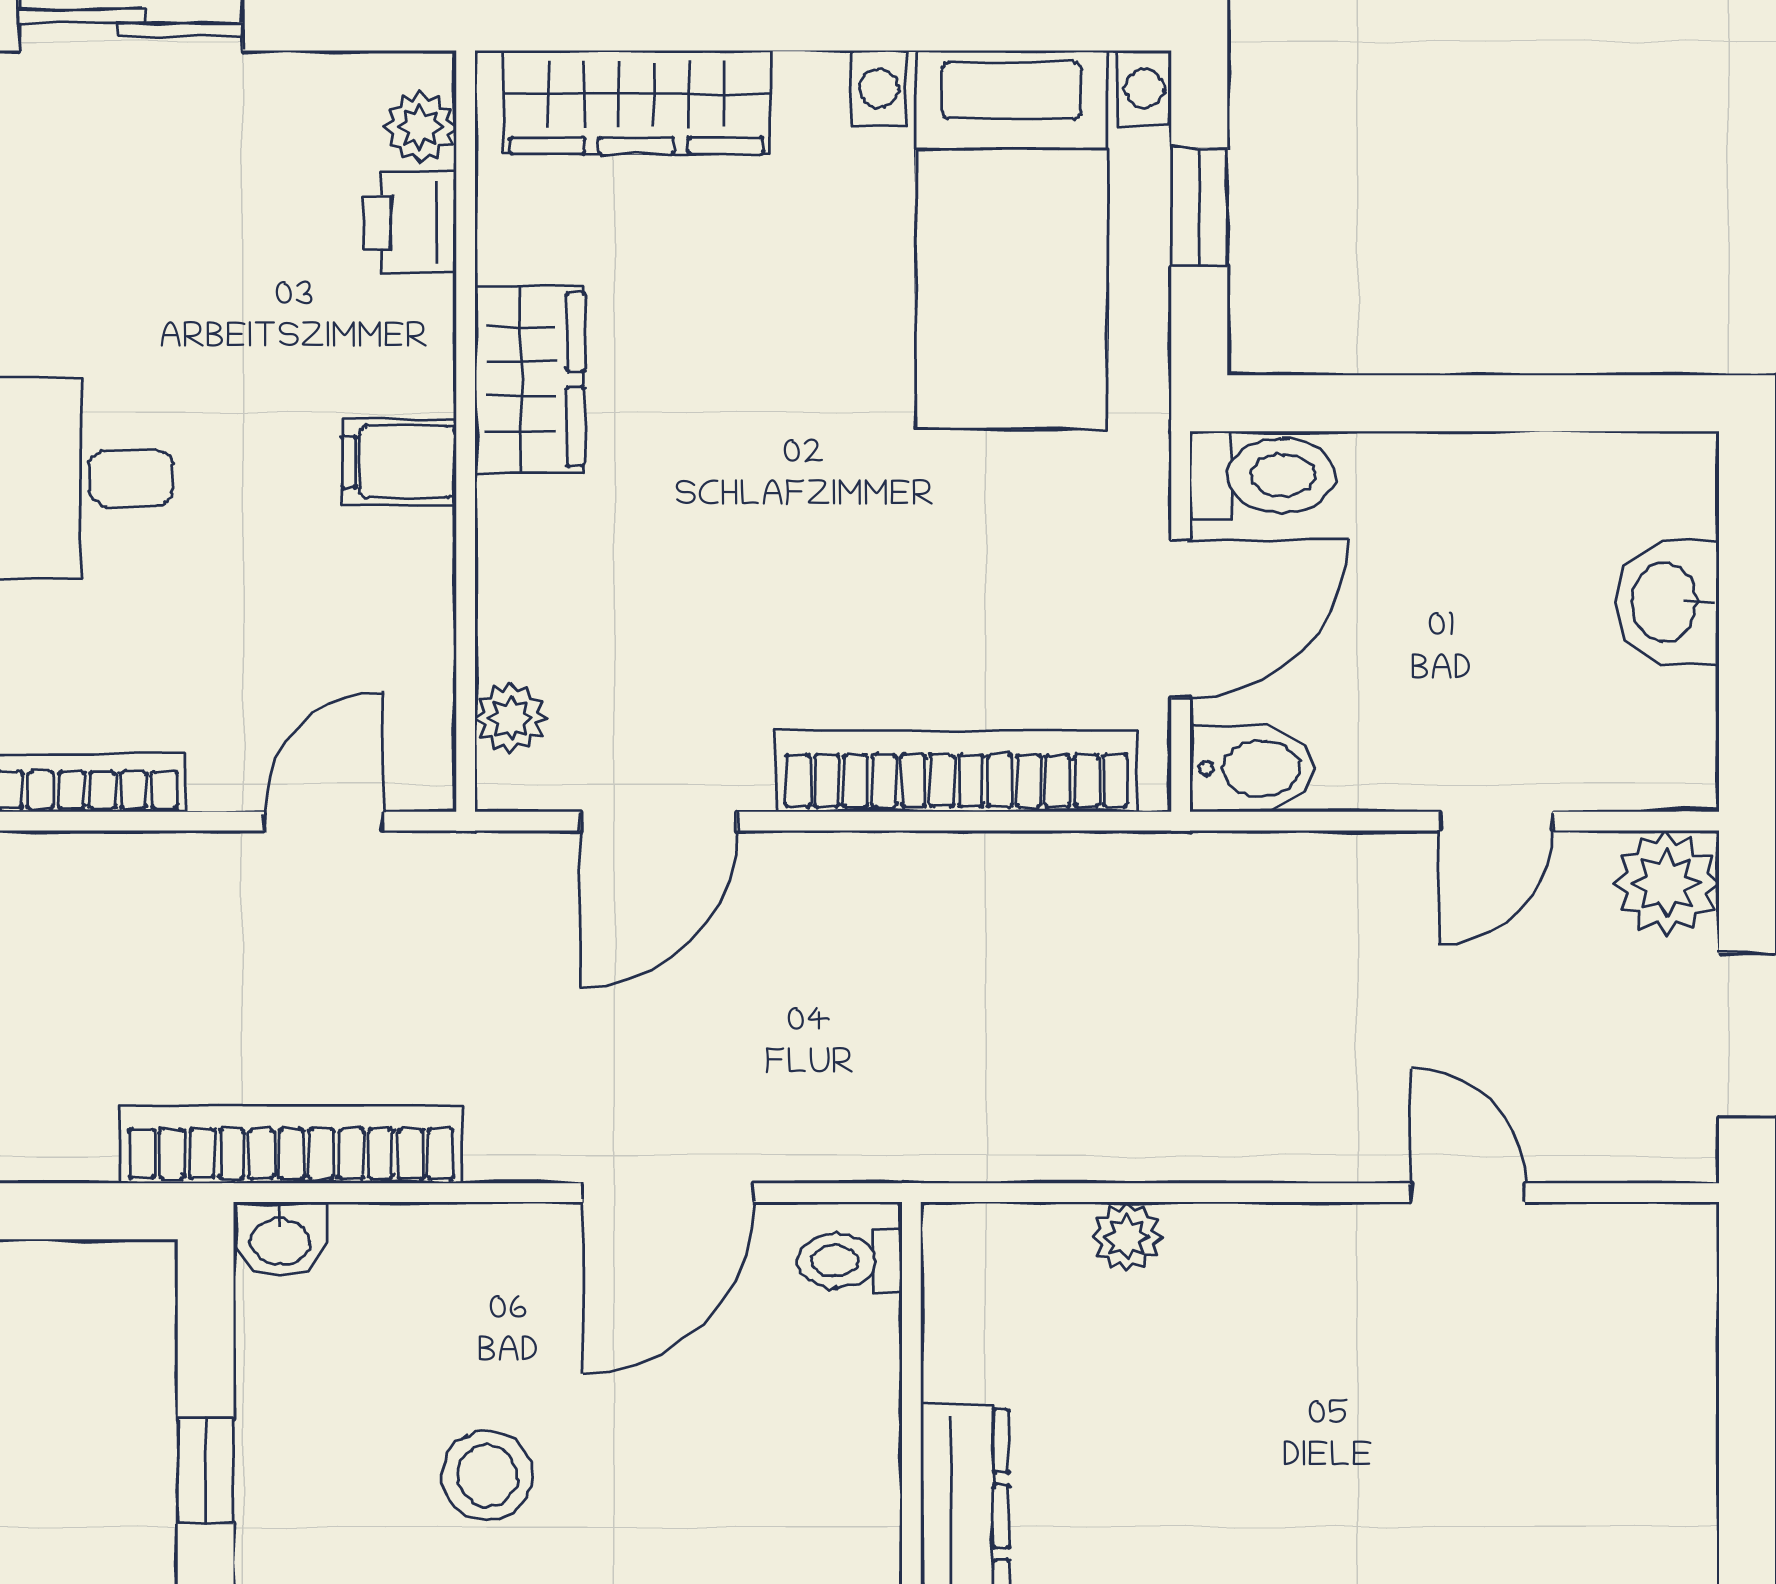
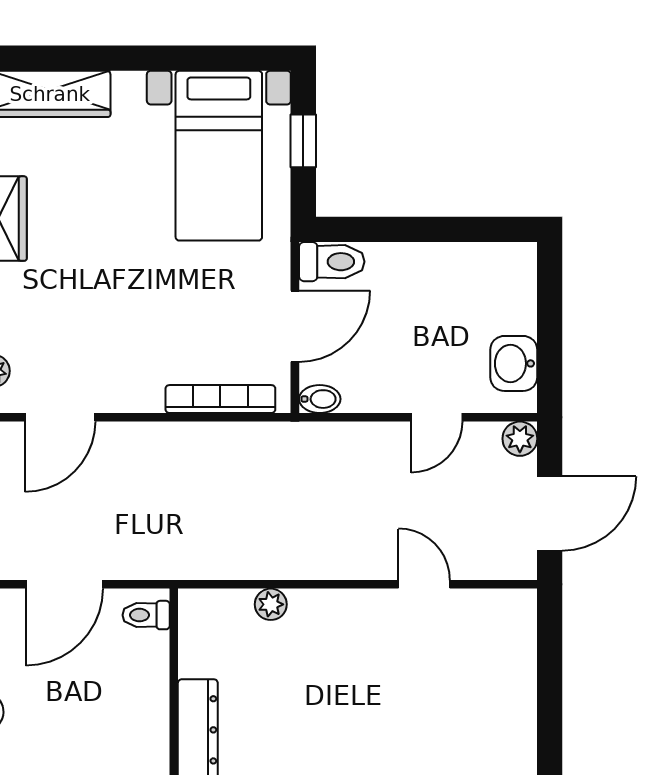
washbasin: (1667, 602) -> (514, 363), moved
bidet: (1252, 769) -> (320, 399), width x0.72, depth x0.74
bookcase: (956, 771) -> (220, 399), width x0.68, depth x0.76
plant: (1666, 883) -> (520, 439), width x0.73, depth x0.73

